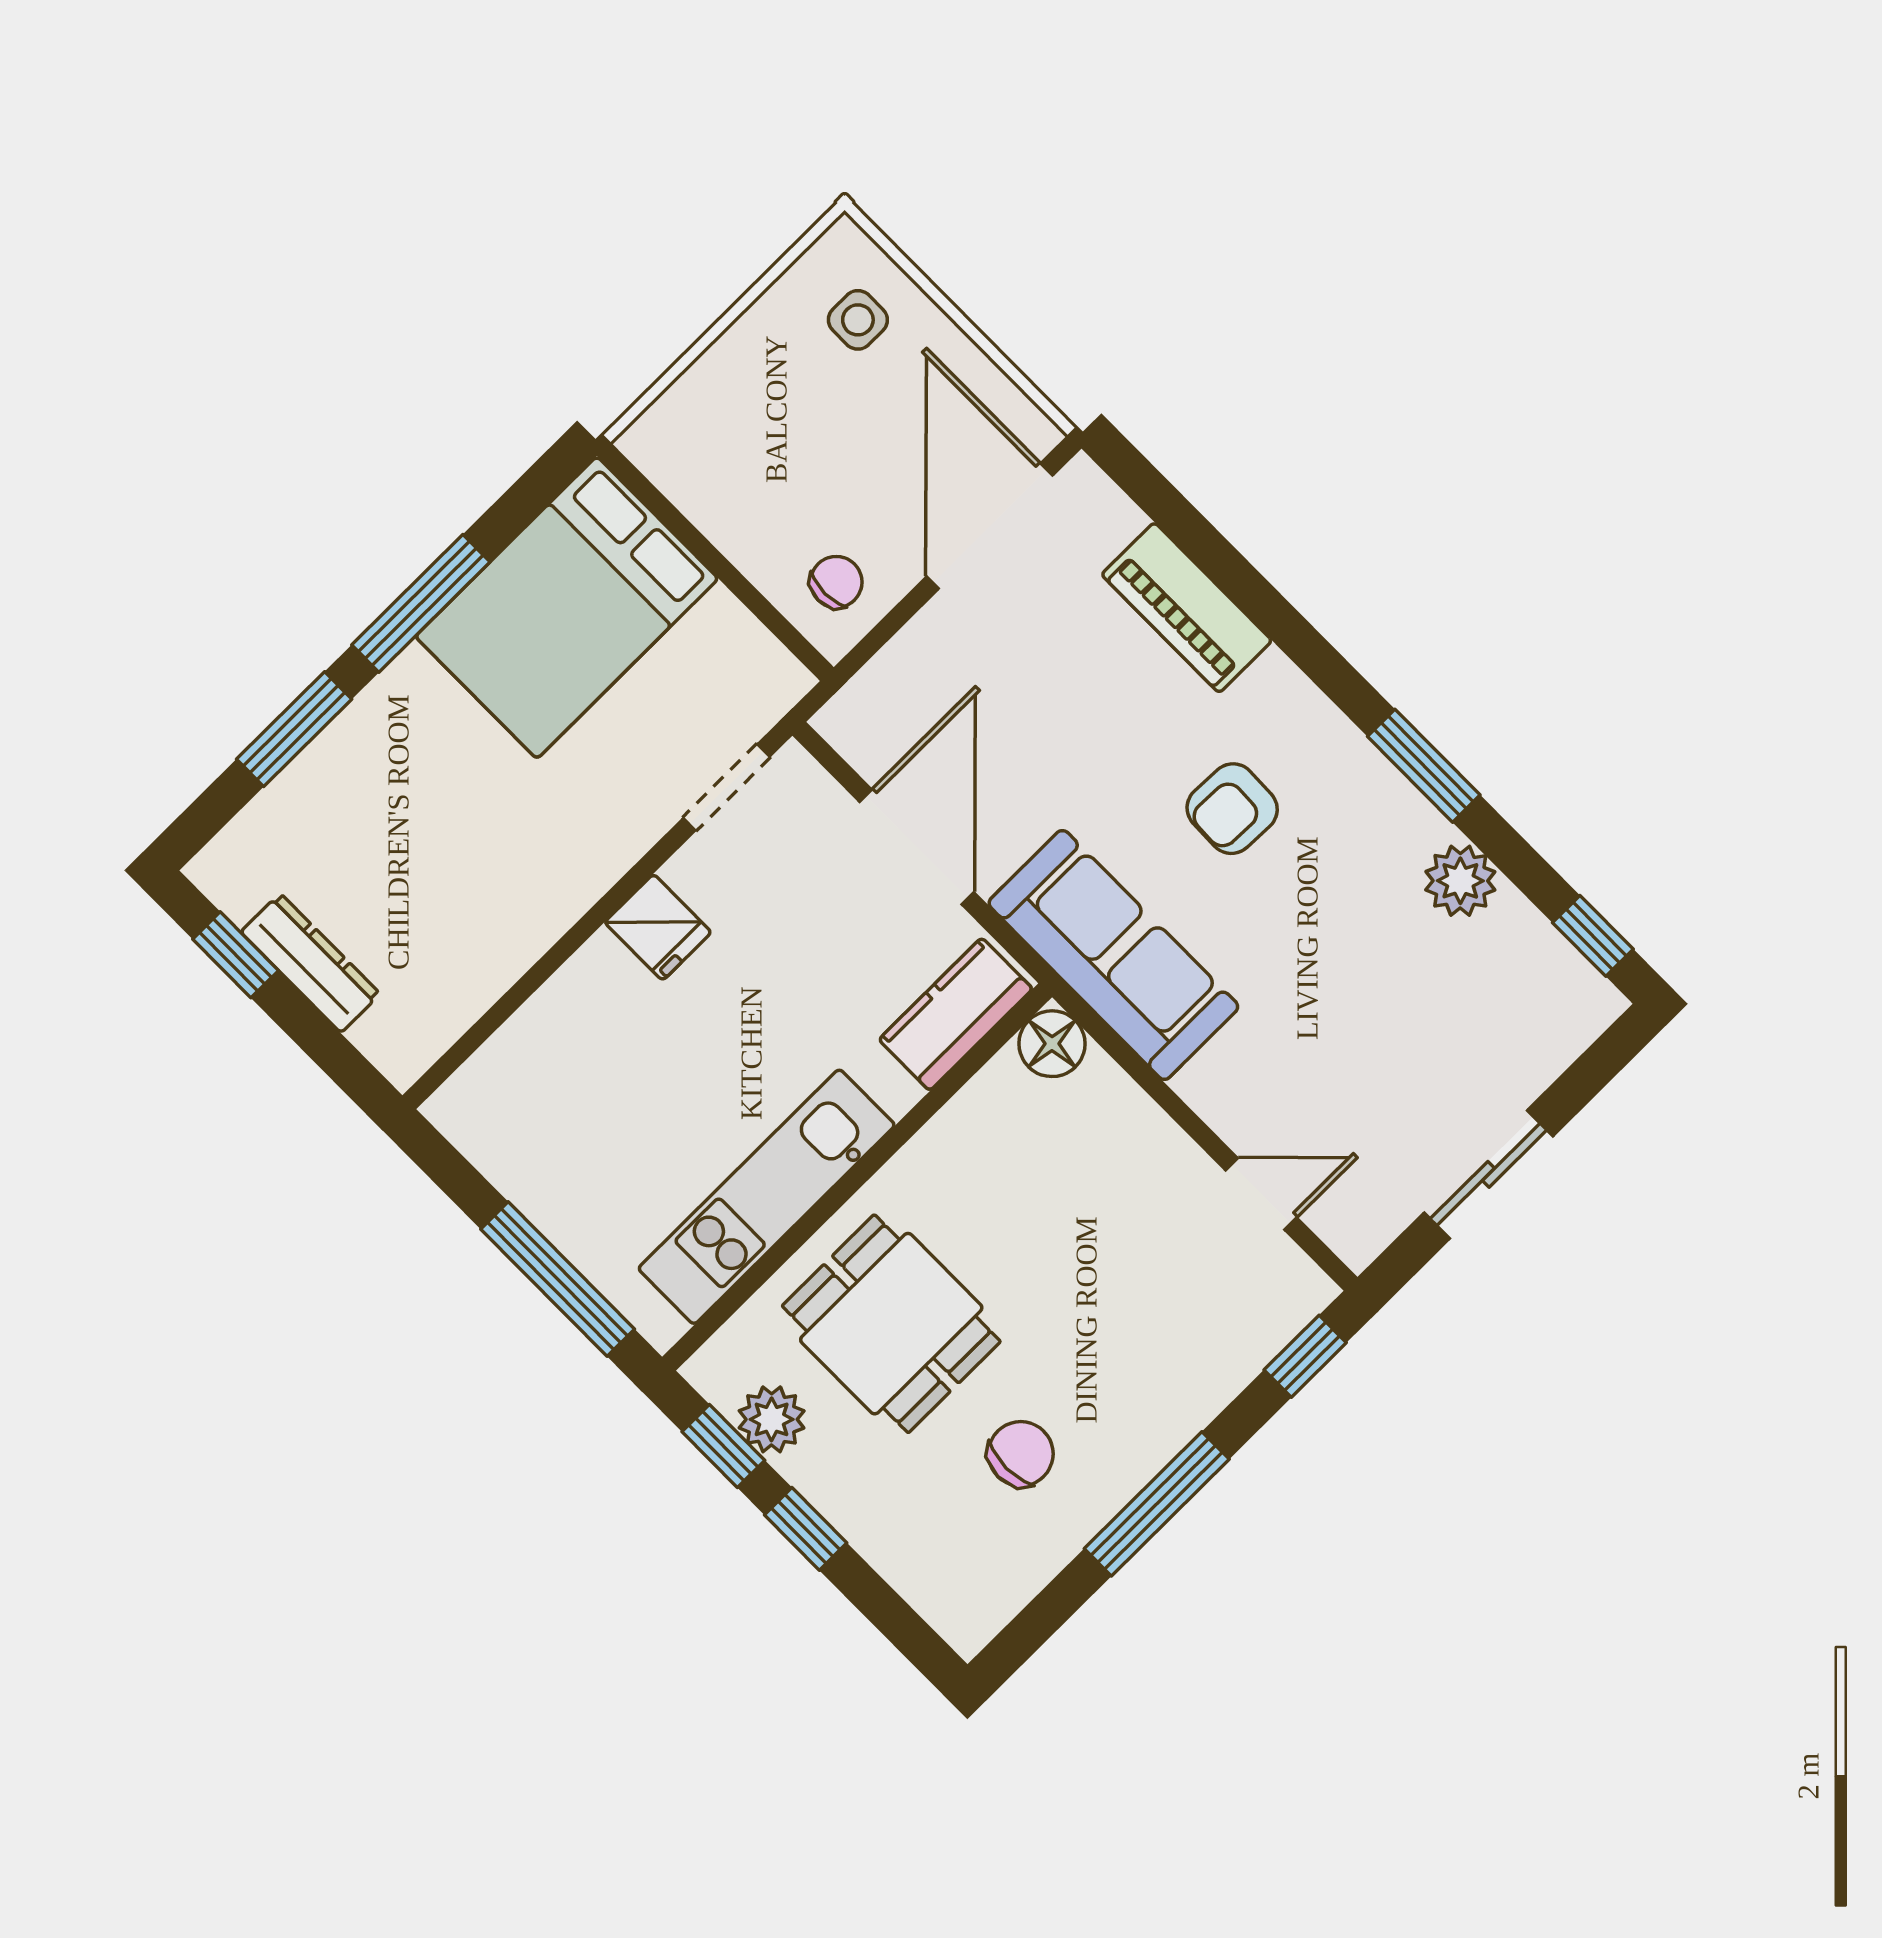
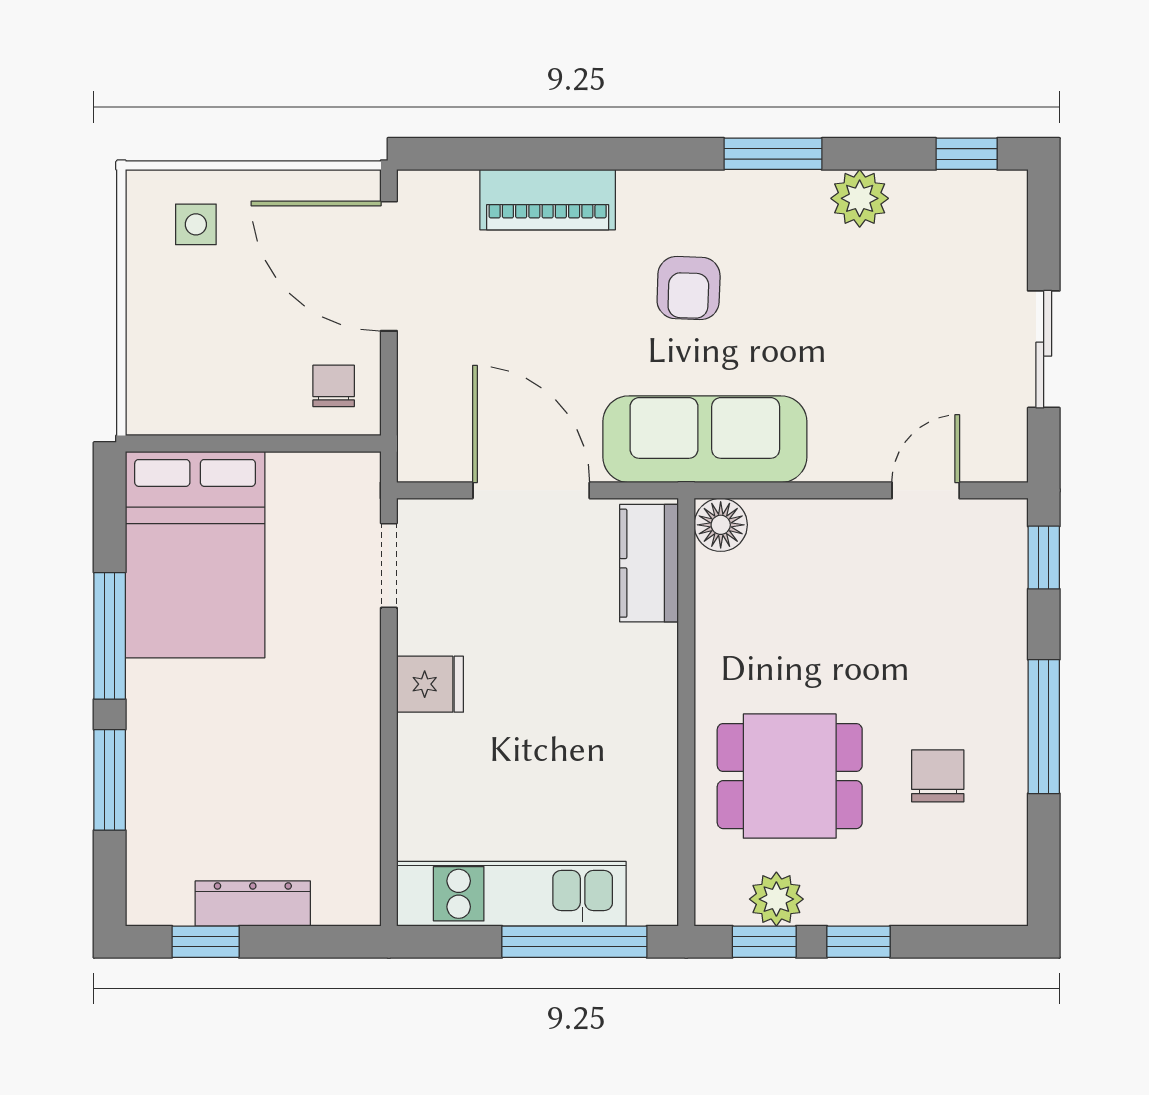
kitchen unit: (767, 1197) -> (511, 894), moved, turned 90

